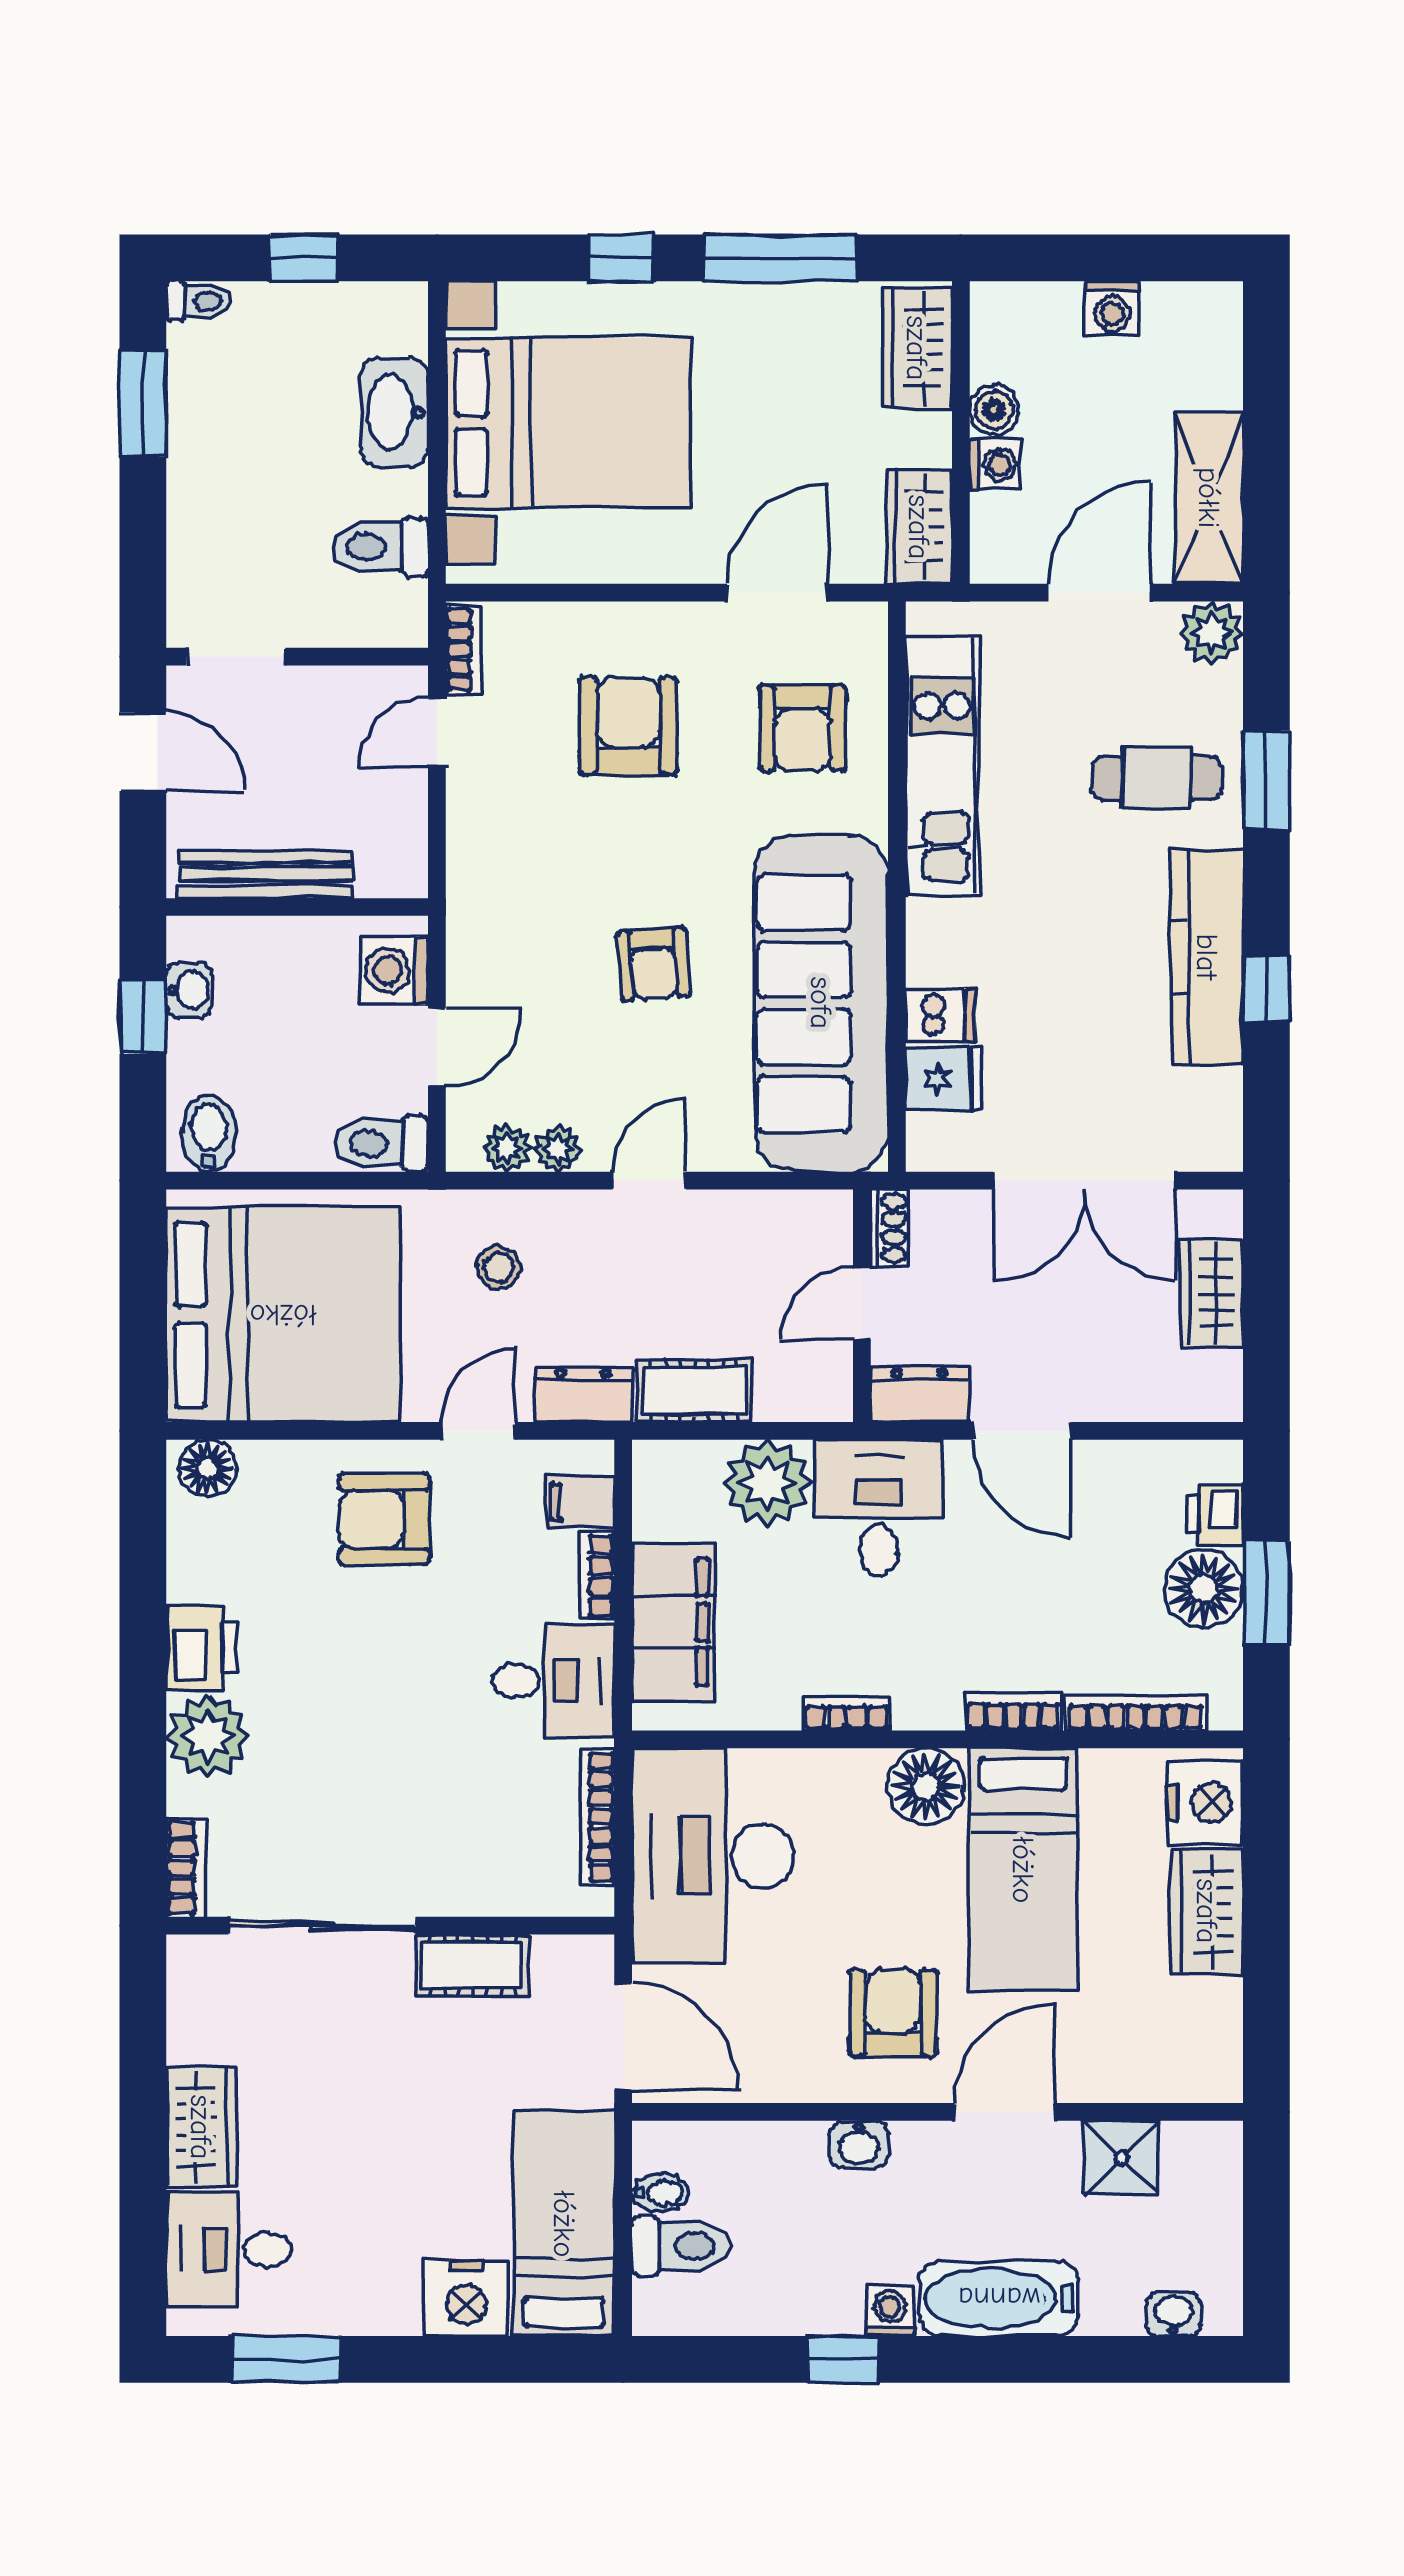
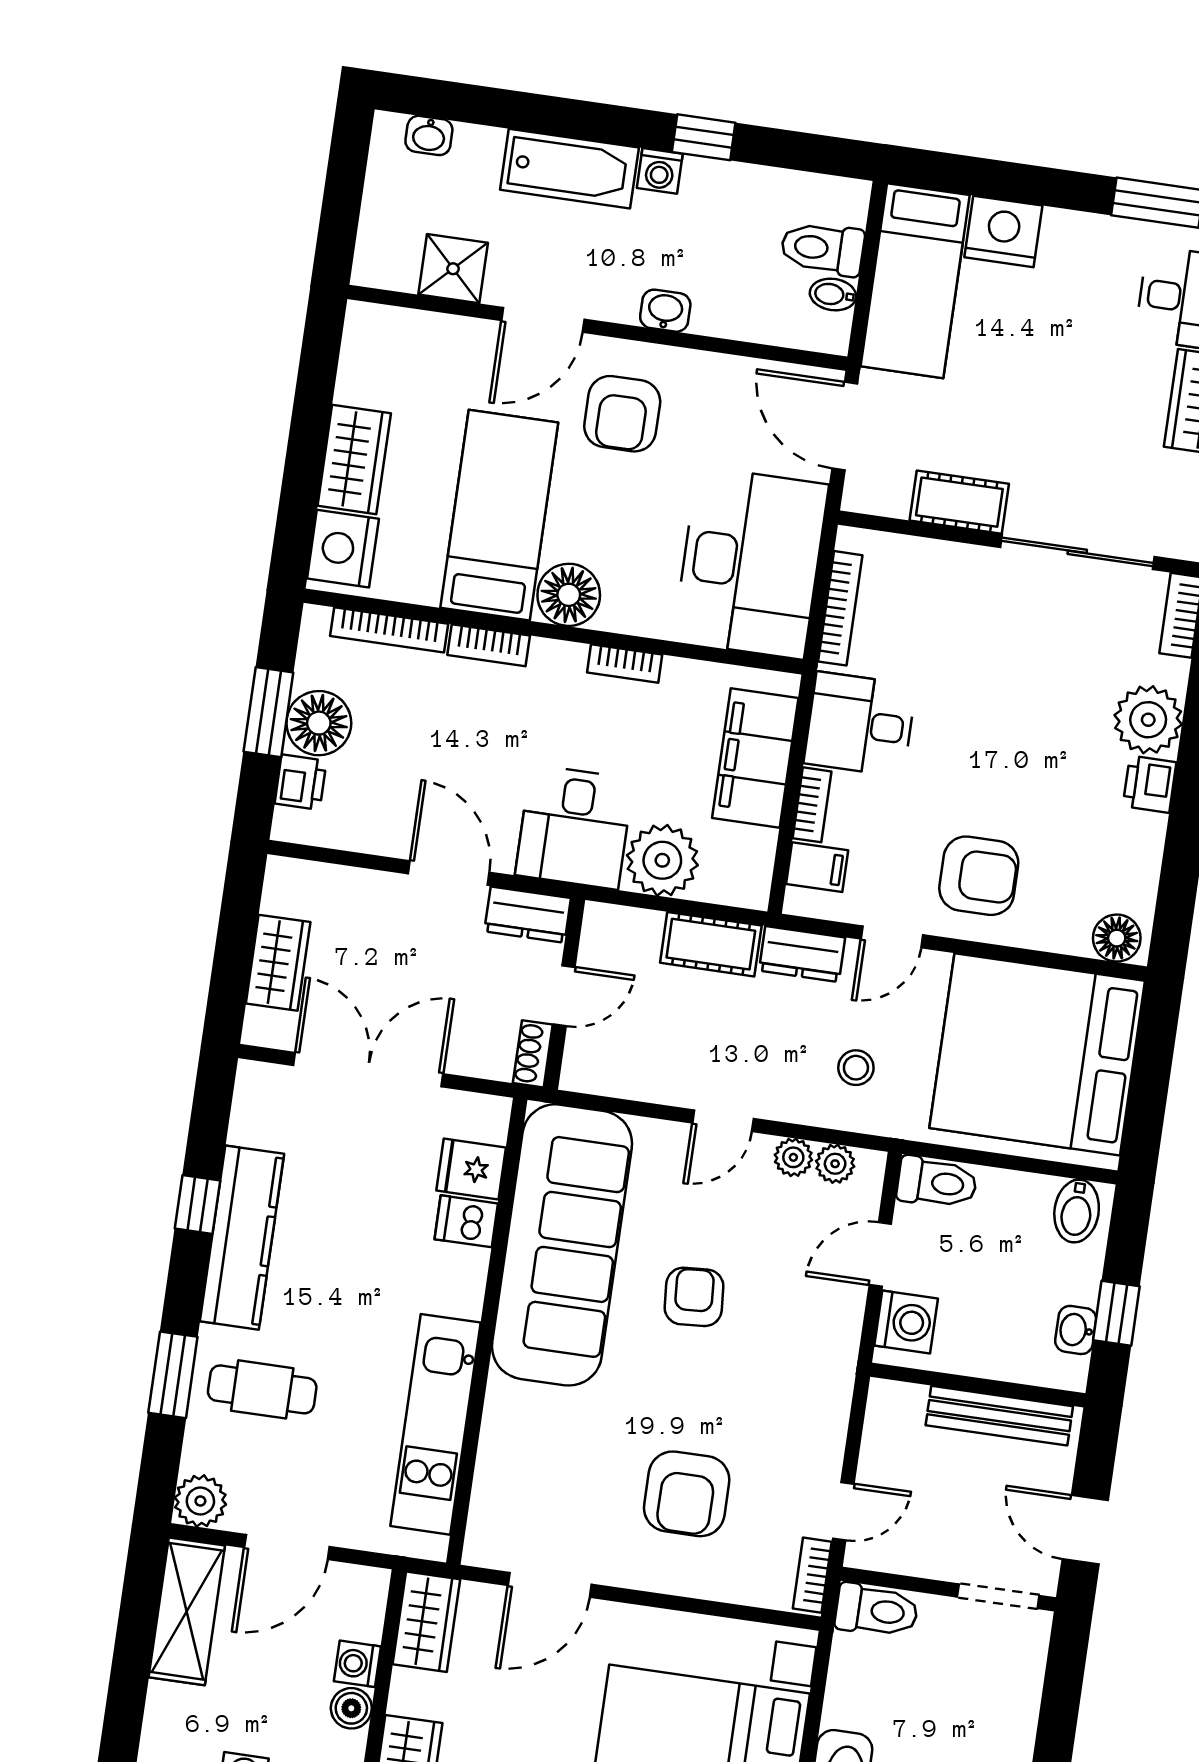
toilet: (380, 547) -> (877, 1610), moved
armchair: (803, 728) -> (545, 1471), removed
printer: (202, 1648) -> (1150, 784), width x0.73, depth x0.81

